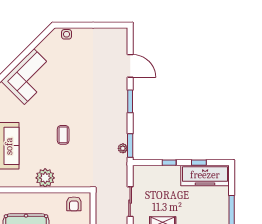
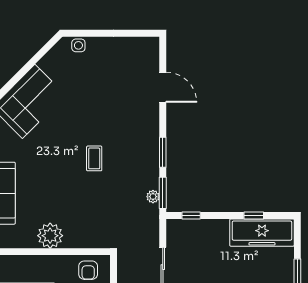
window: (130, 101) -> (163, 152), moved
coffee table: (63, 135) -> (94, 158), moved
window: (169, 163) -> (191, 215), moved

